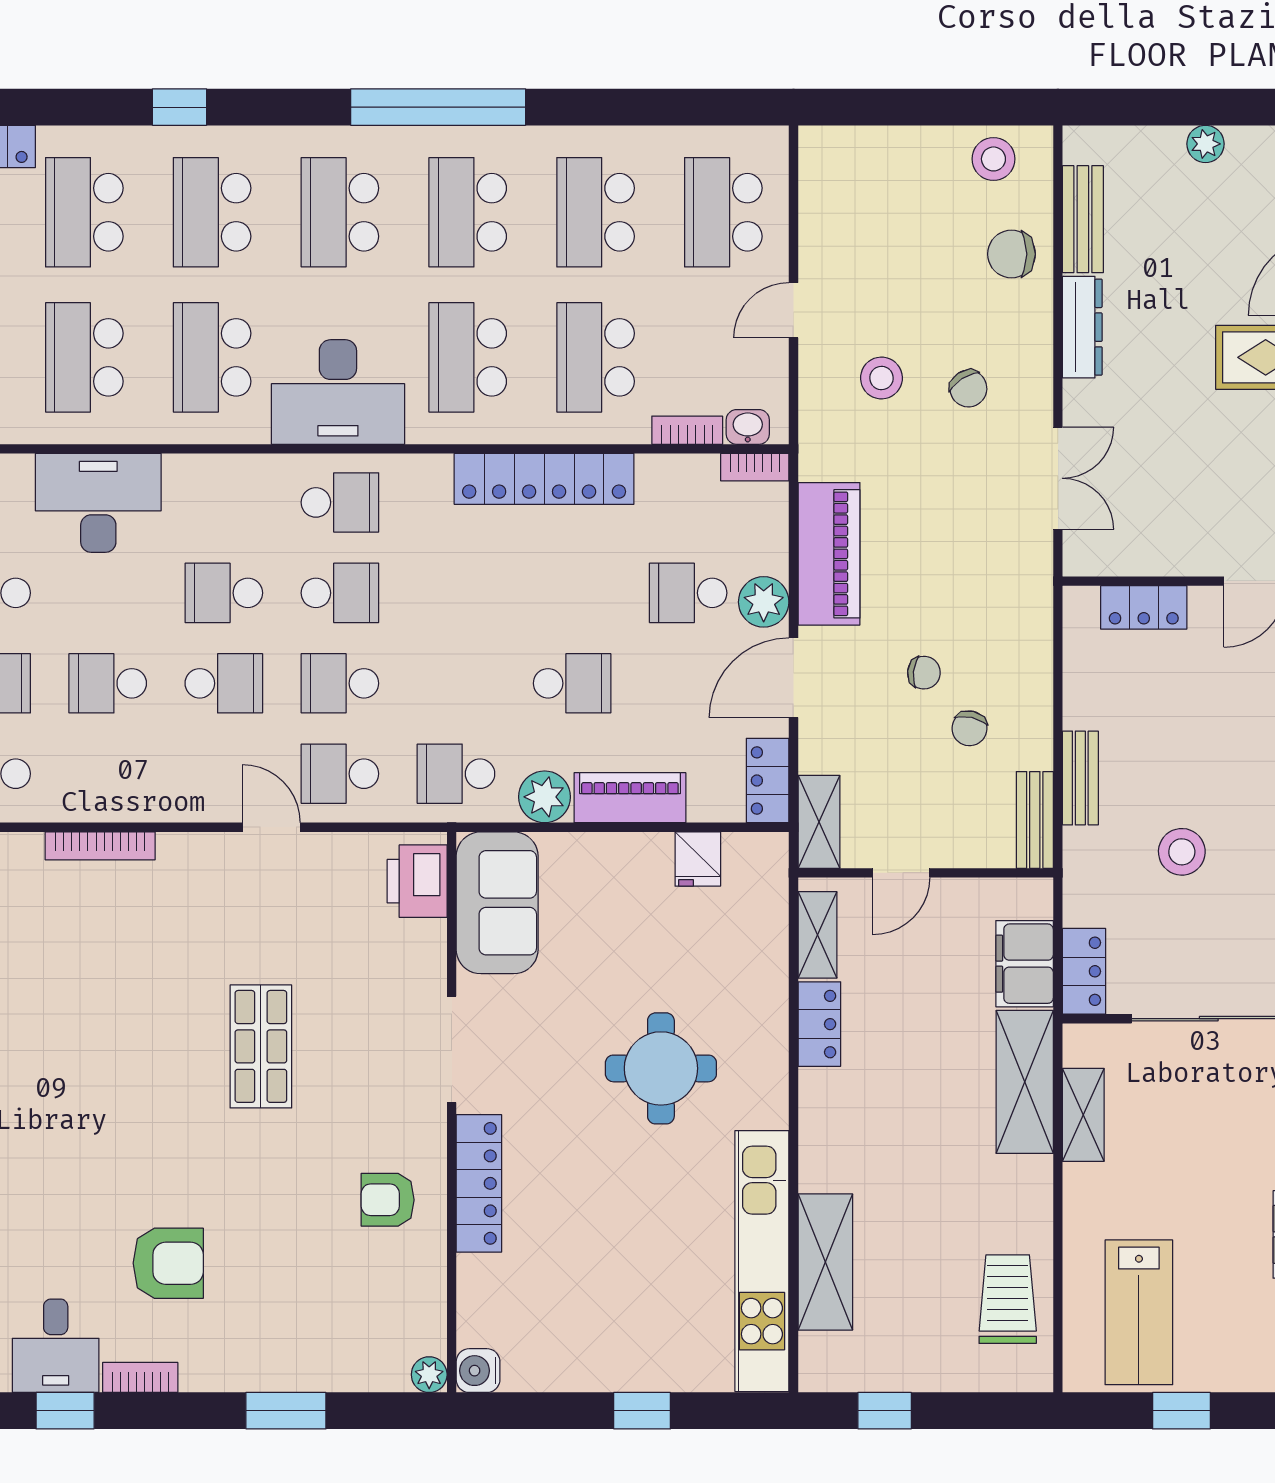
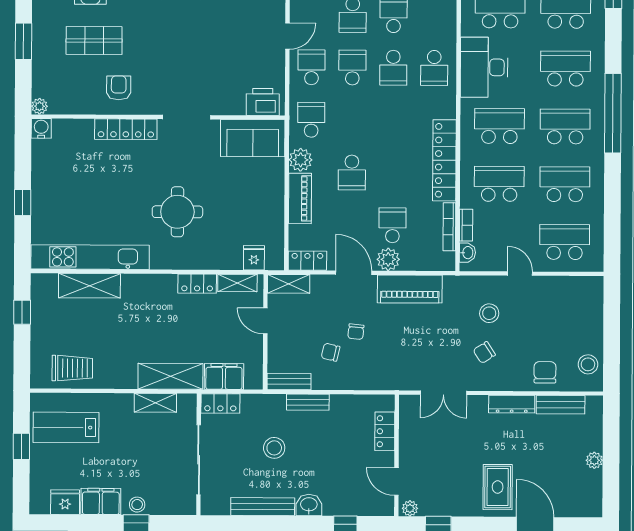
bookcase: (755, 467) -> (449, 227), moved, width x1.56
fridge: (698, 859) -> (254, 258), moved, turned 90
shop shelf: (261, 1046) -> (94, 41), moved

